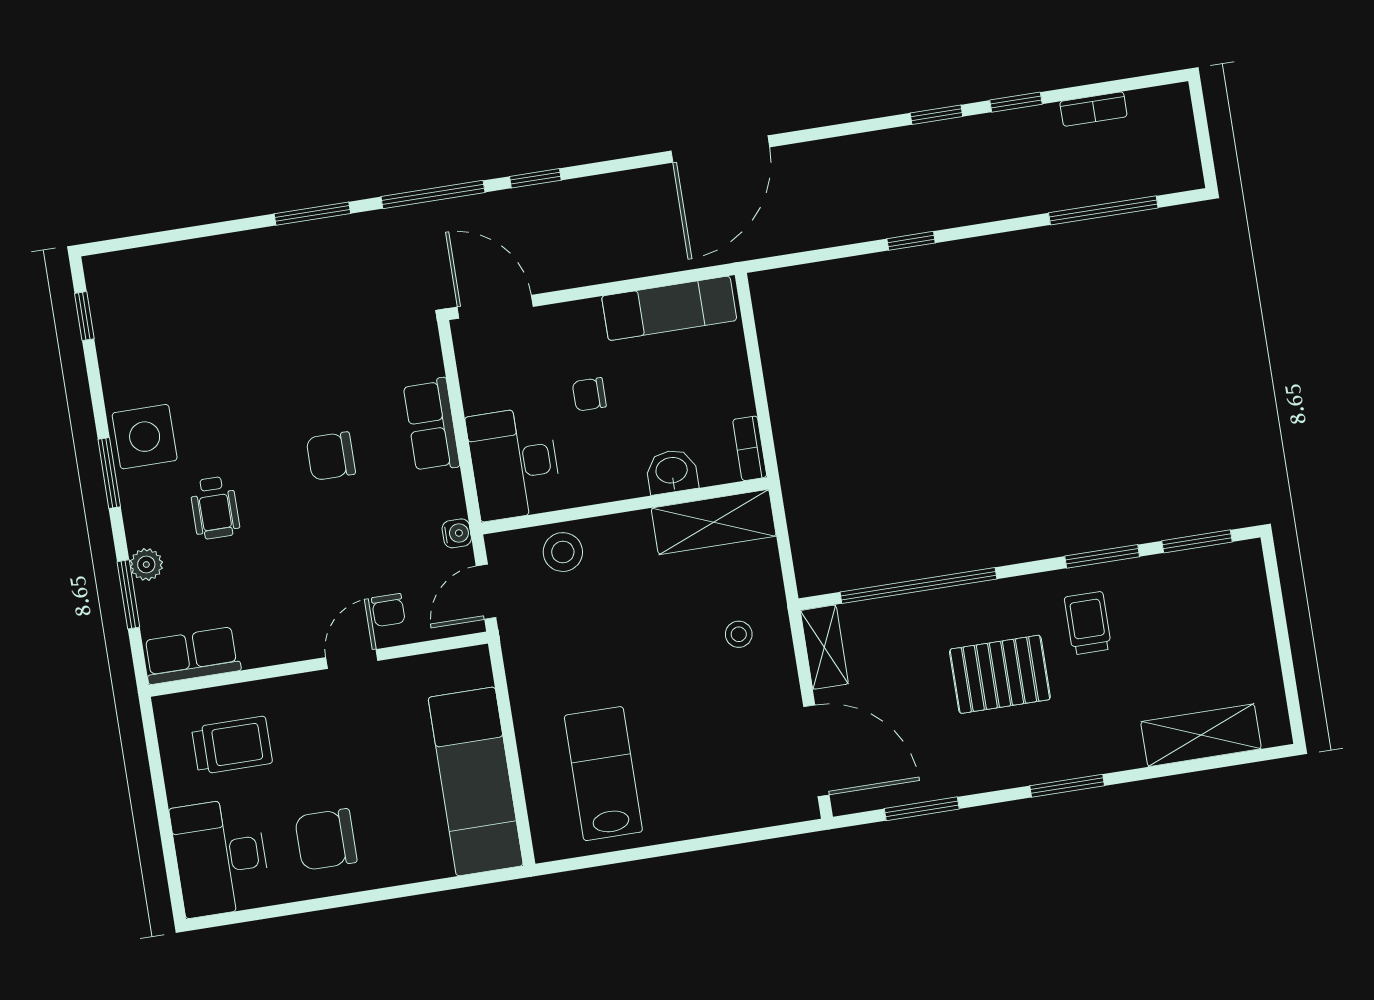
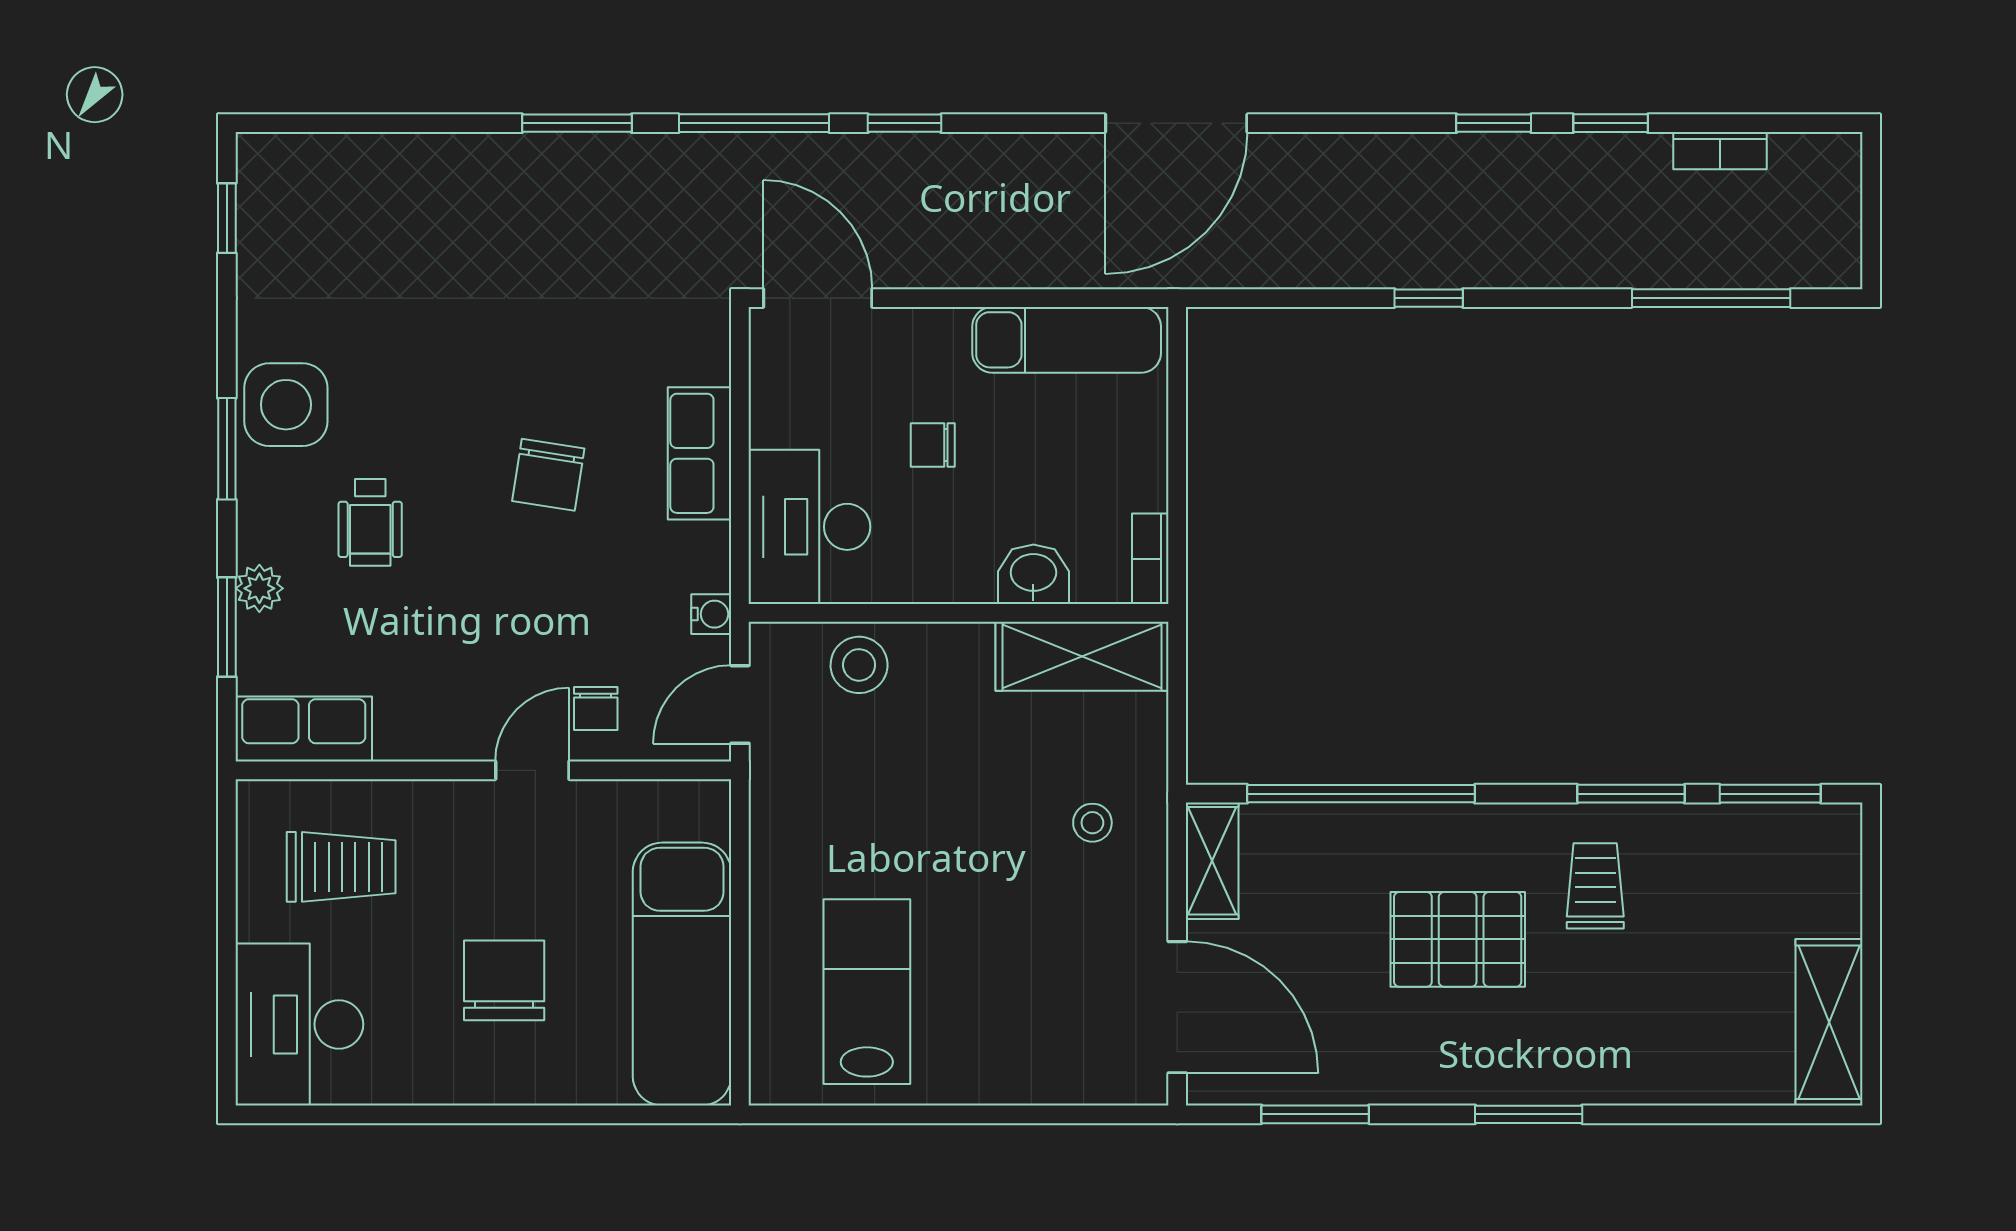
chair: (331, 456) -> (548, 475), turned -81
shelving: (1201, 735) -> (1829, 1022), moved, turned 90
chair: (326, 839) -> (504, 980), moved, turned 90

